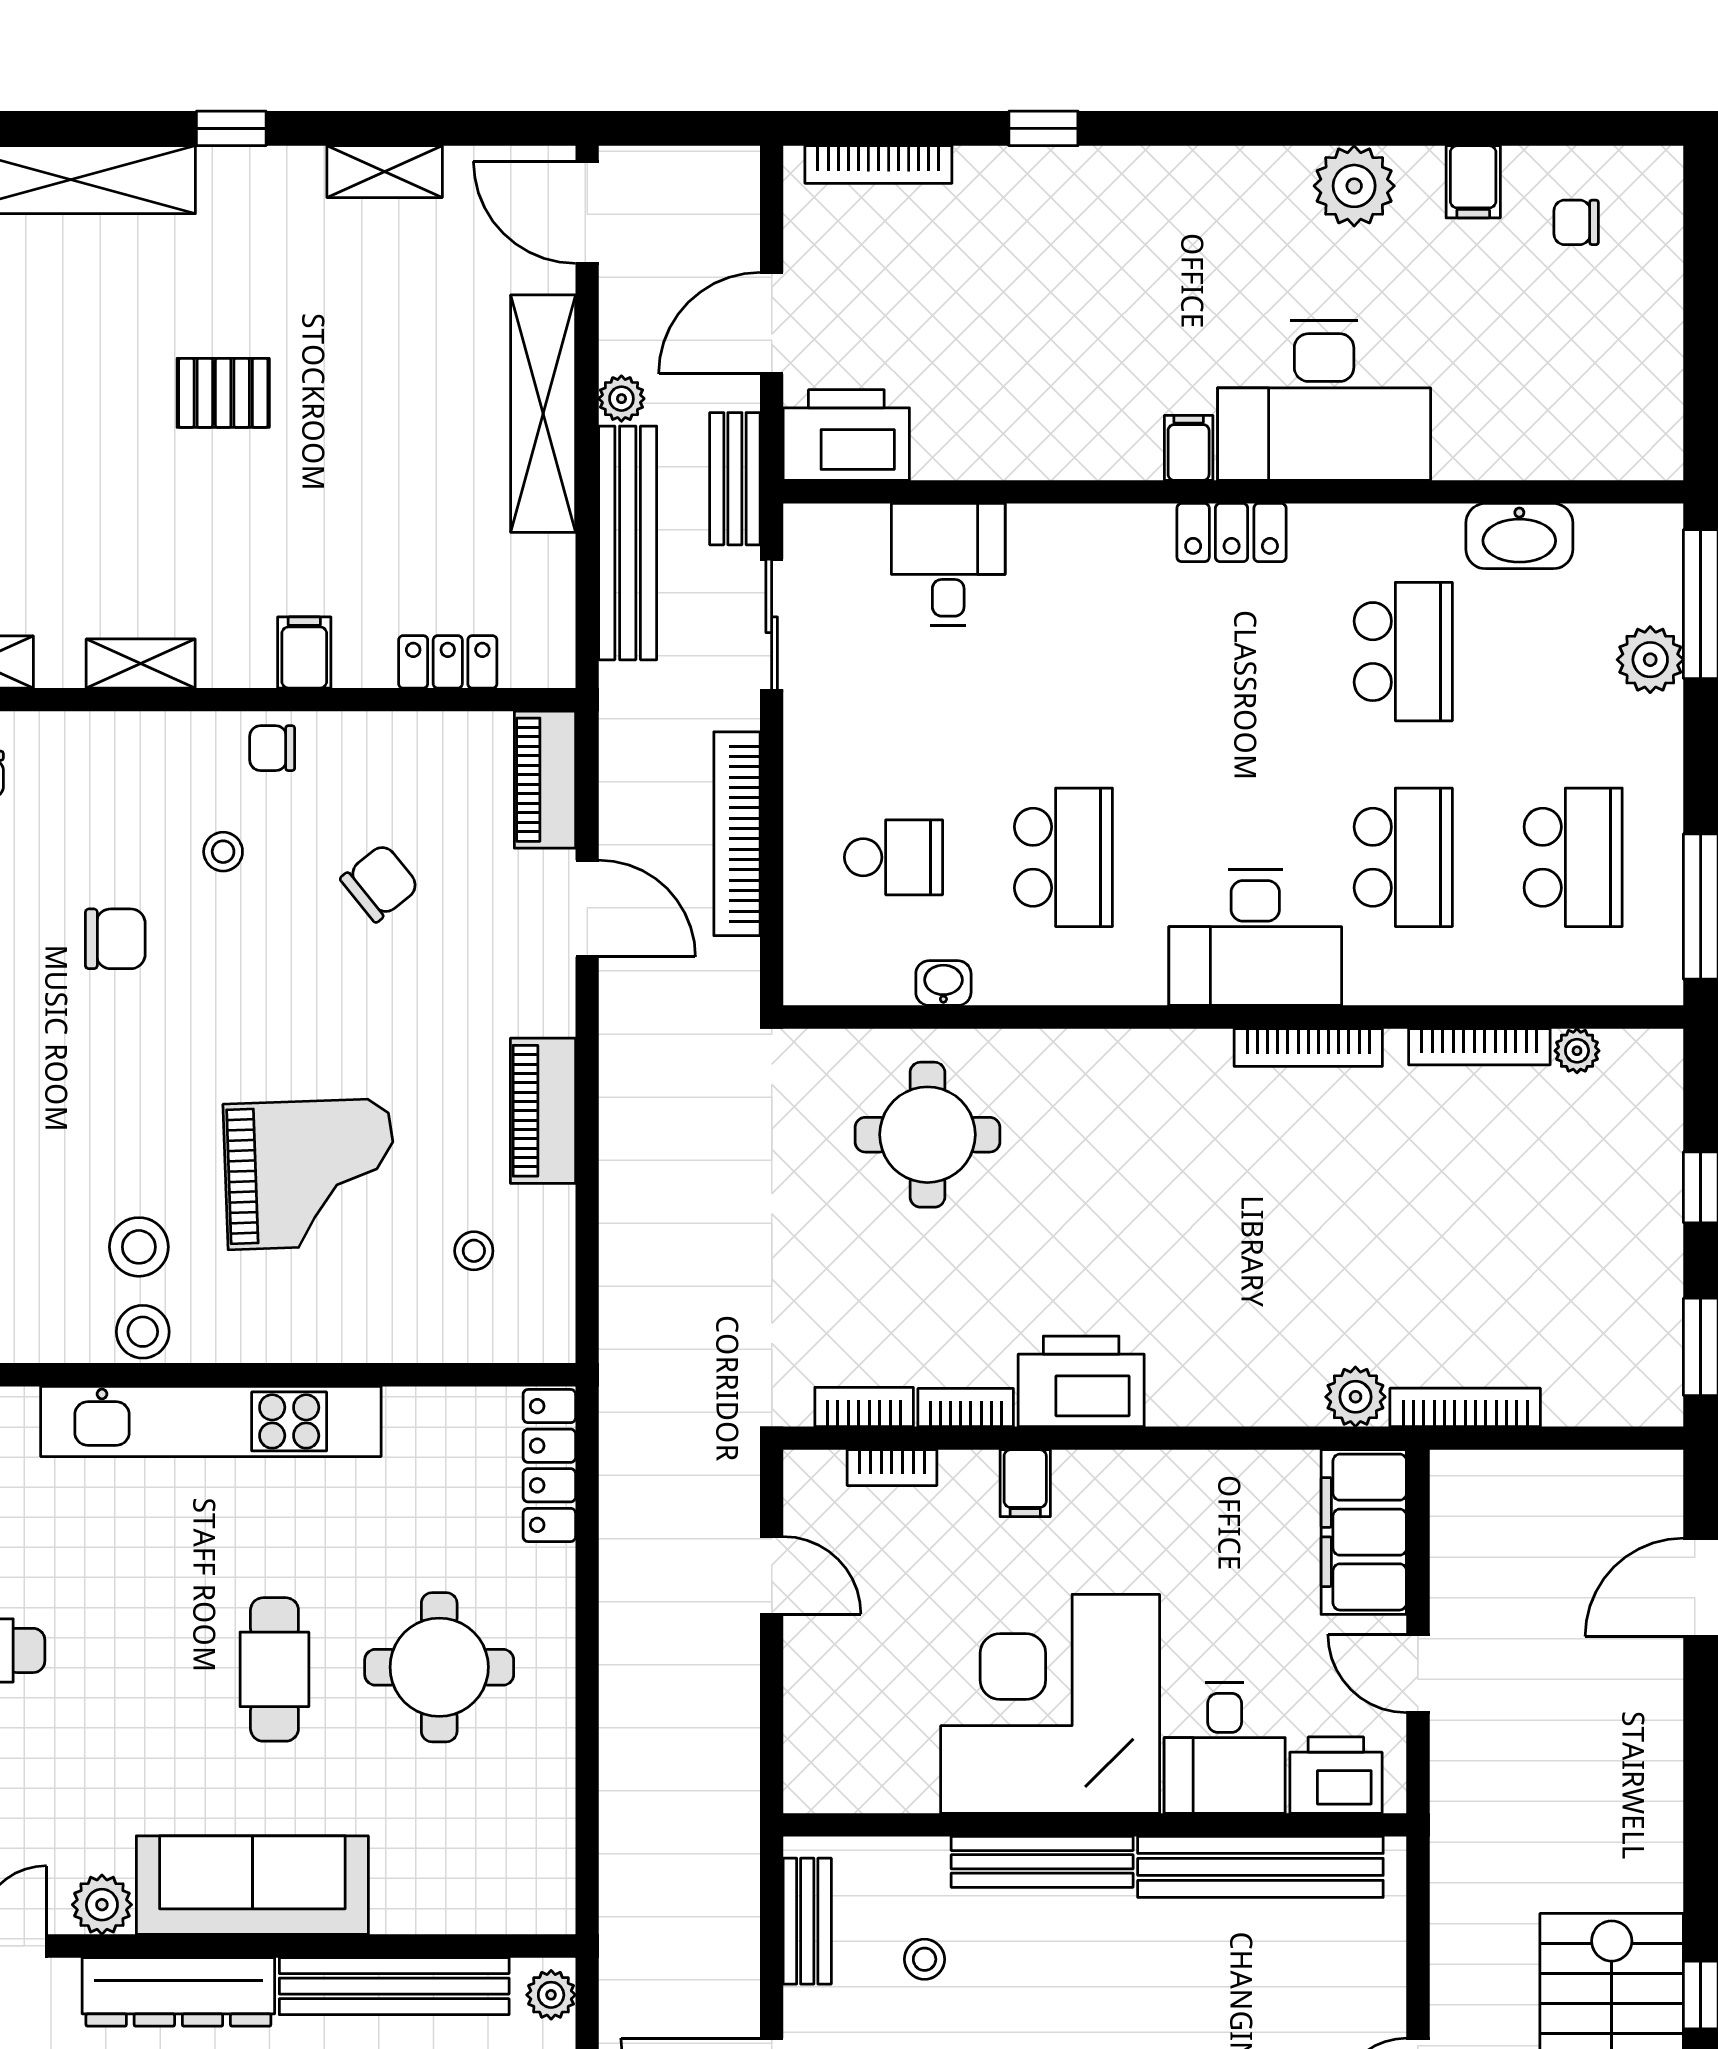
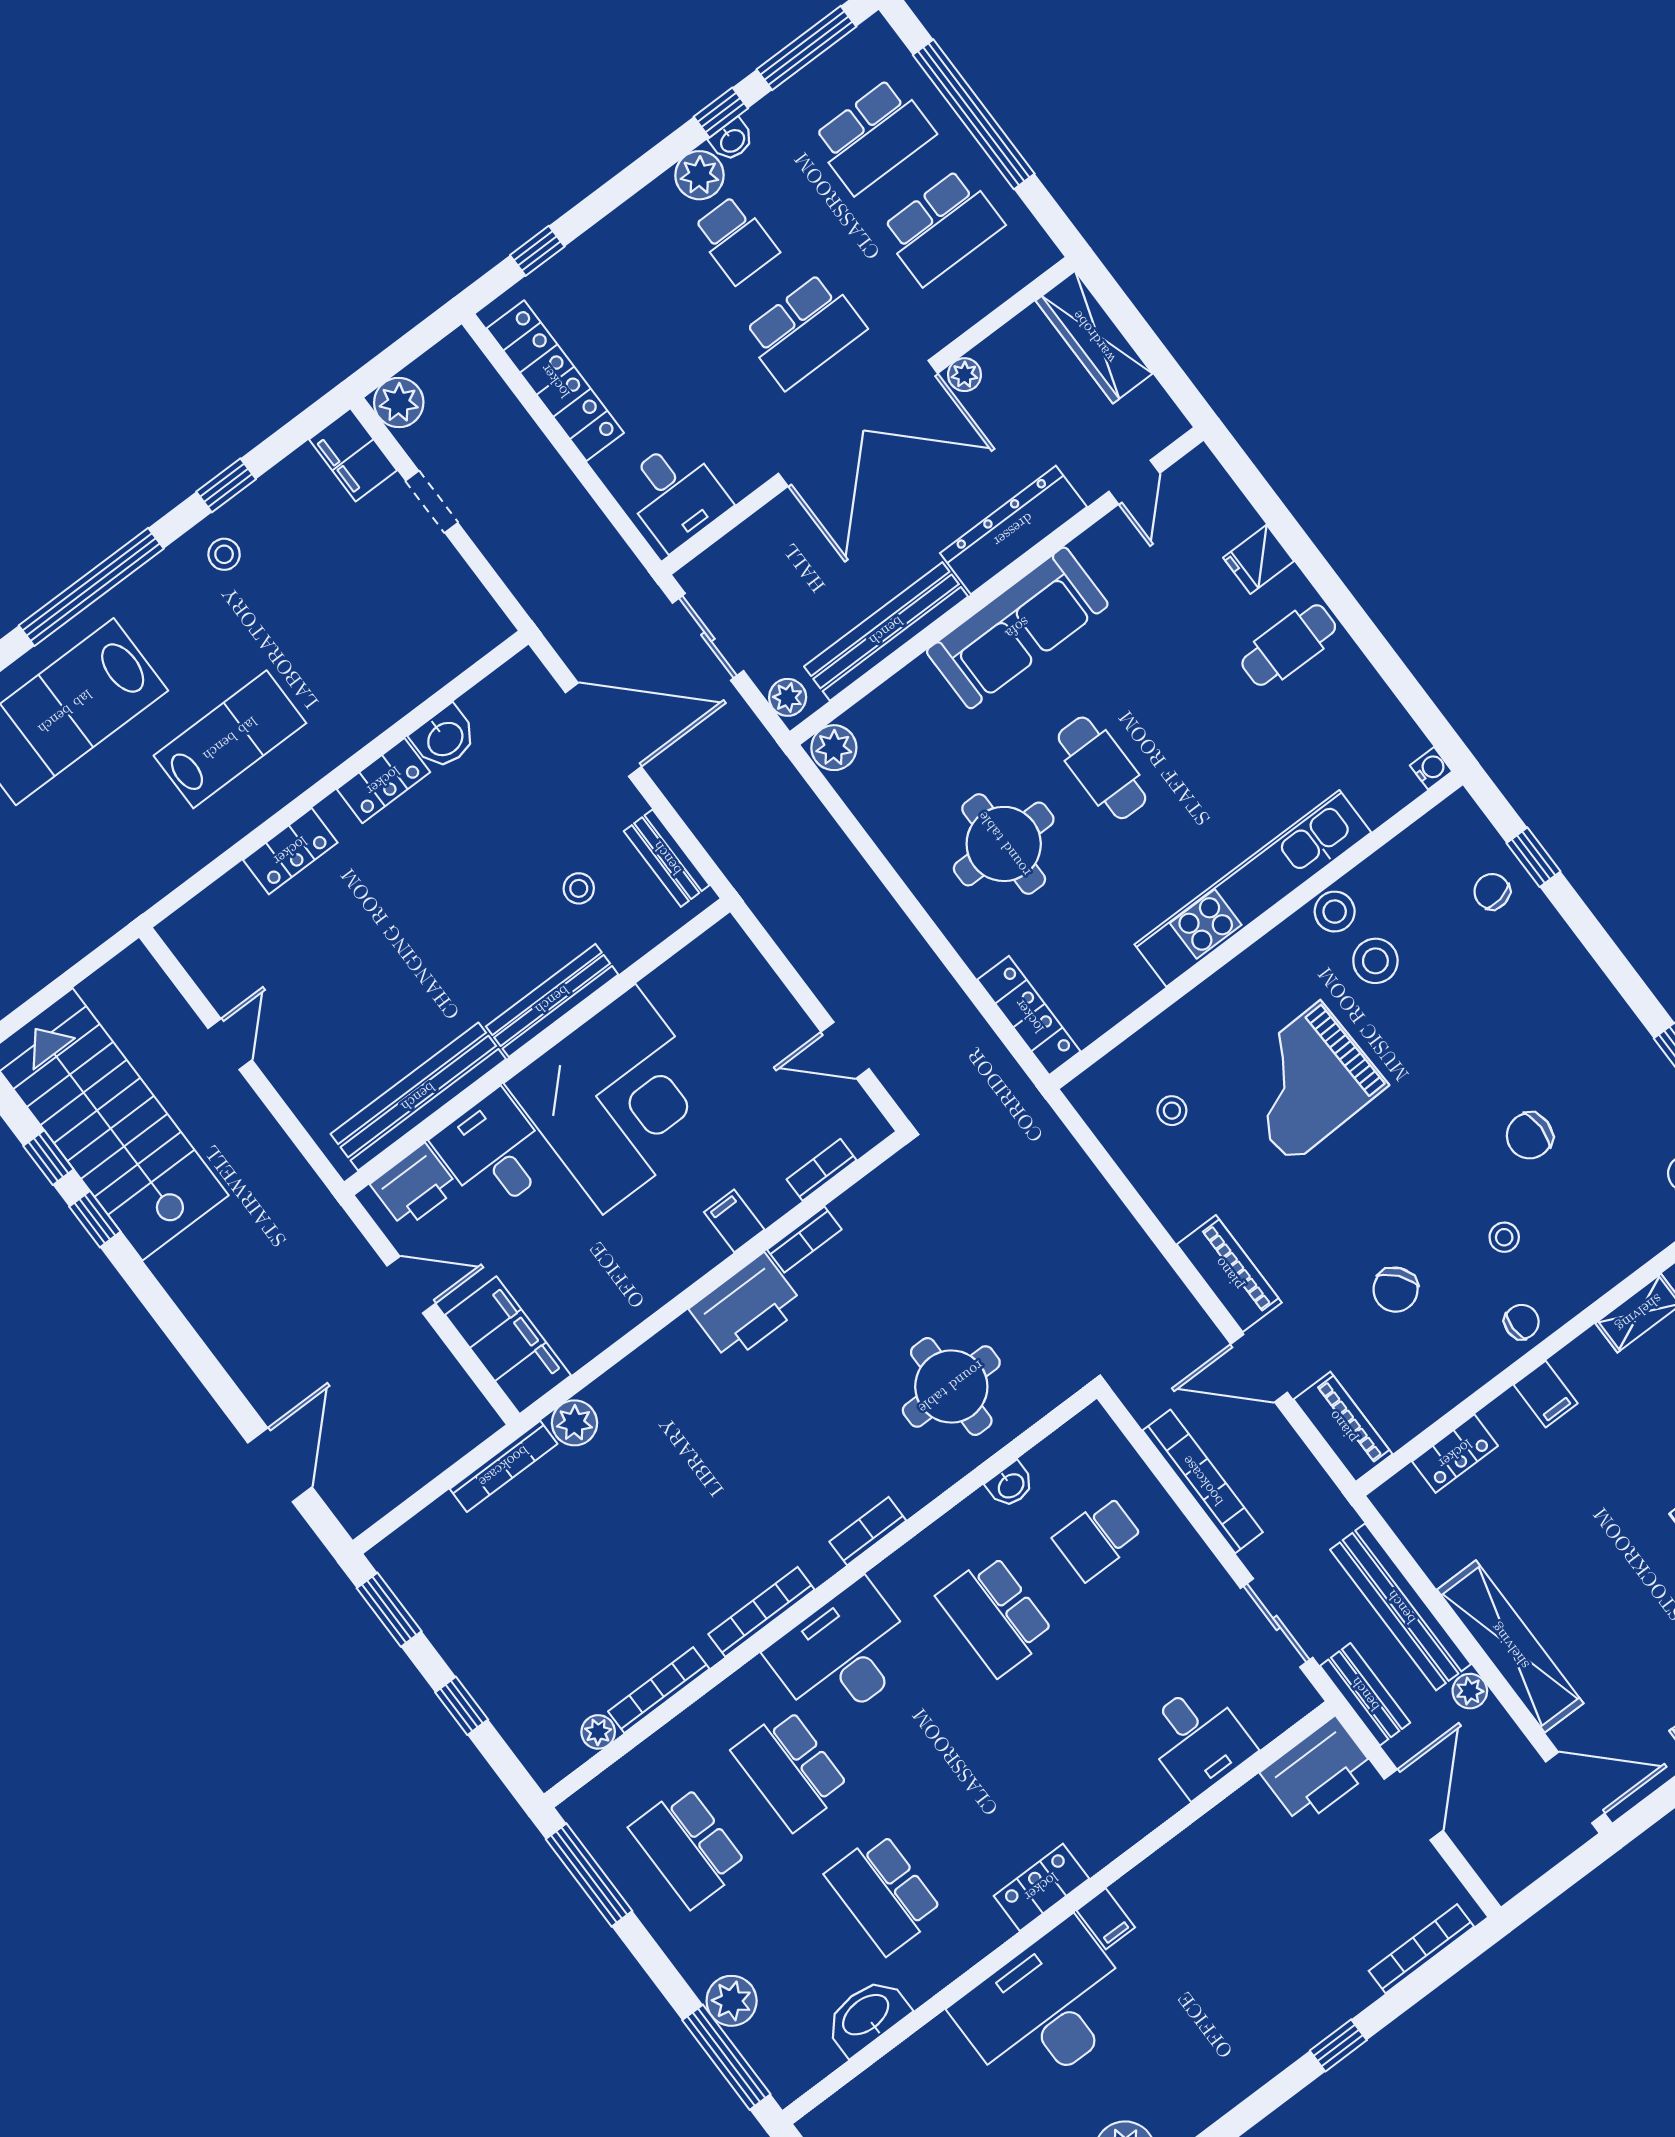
piano: (543, 1111) -> (1229, 1274), moved
bookcase: (864, 1407) -> (868, 1531), moved, turned 180
plant: (102, 1905) -> (834, 748), moved

